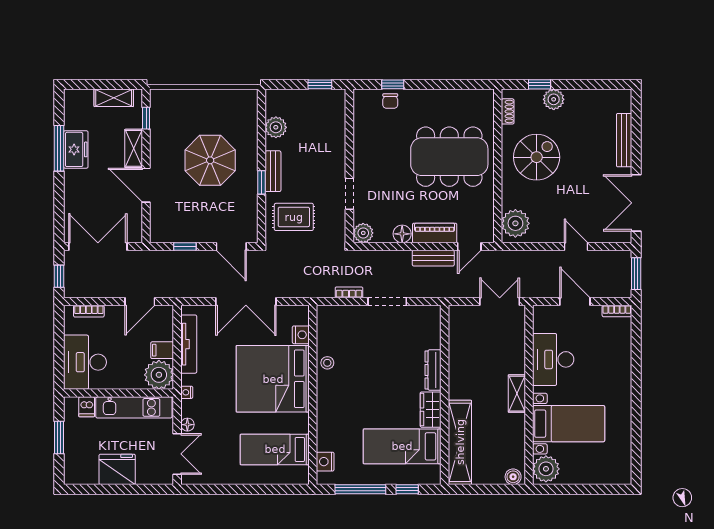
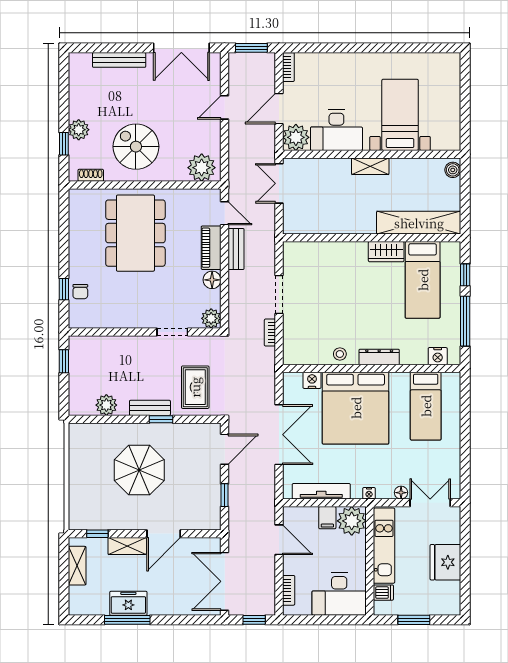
chair: (390, 101) -> (80, 292), turned 90
dresser: (433, 370) -> (379, 357), moved, turned 180
plant: (546, 469) -> (296, 137), moved

